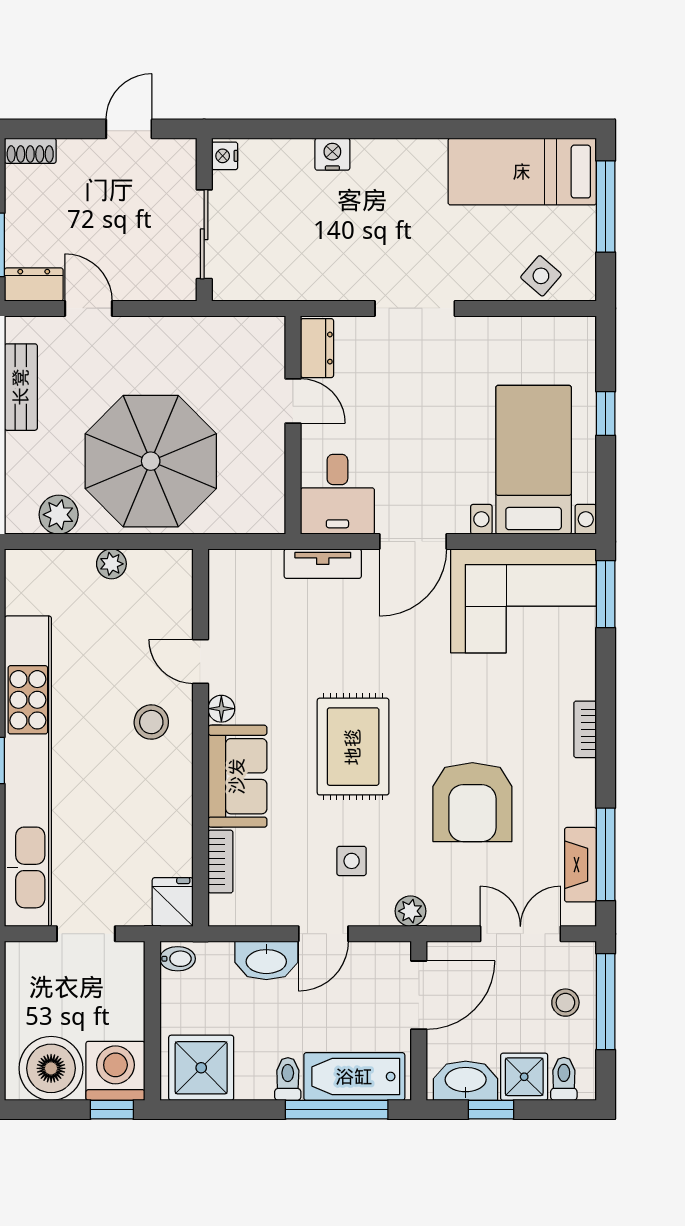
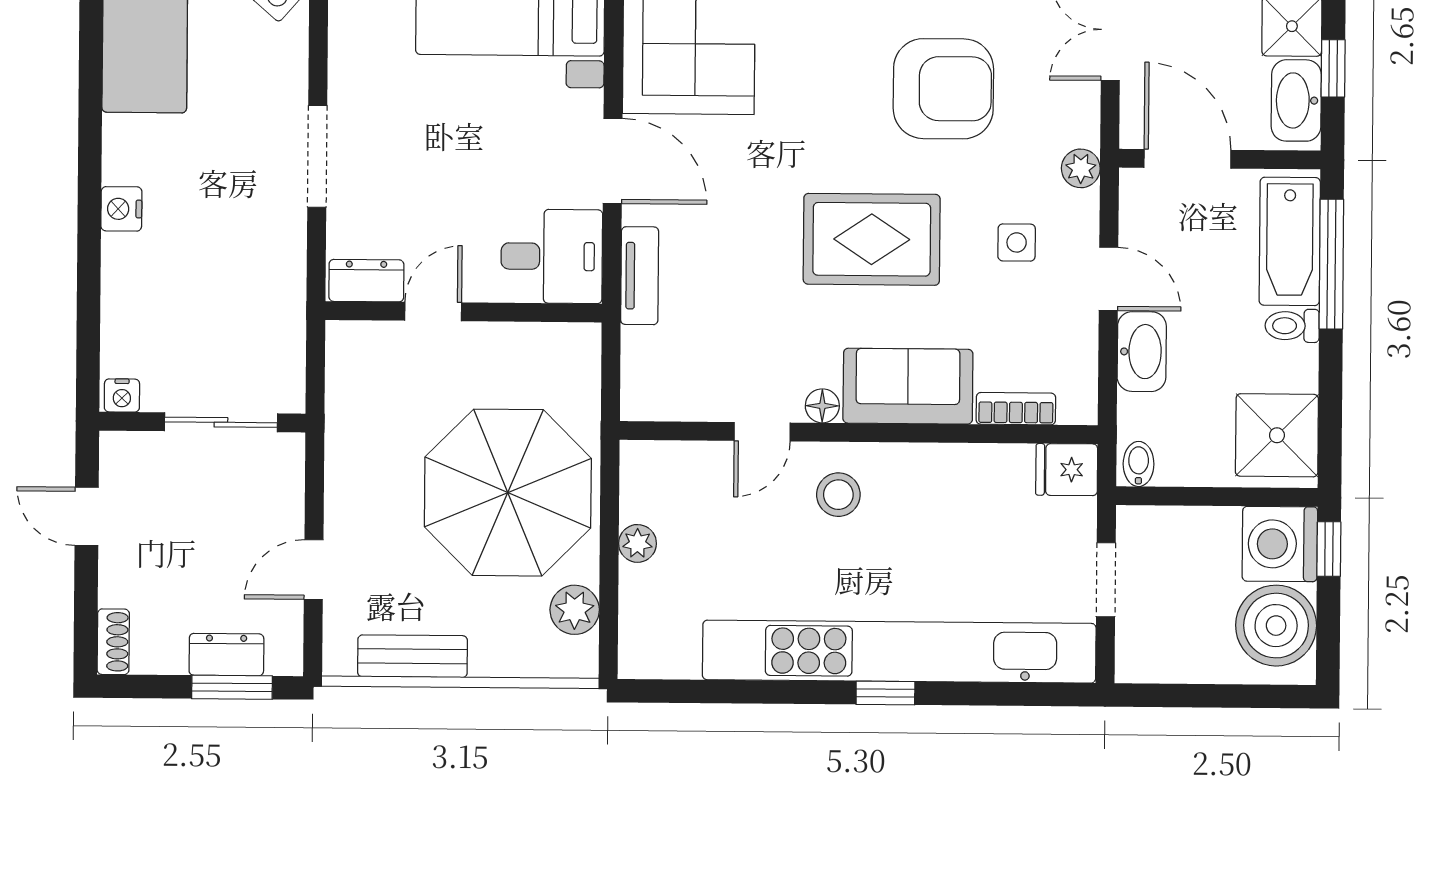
nightstand: (332, 154) -> (121, 209), moved
dresser: (34, 284) -> (226, 655), moved, turned 90

